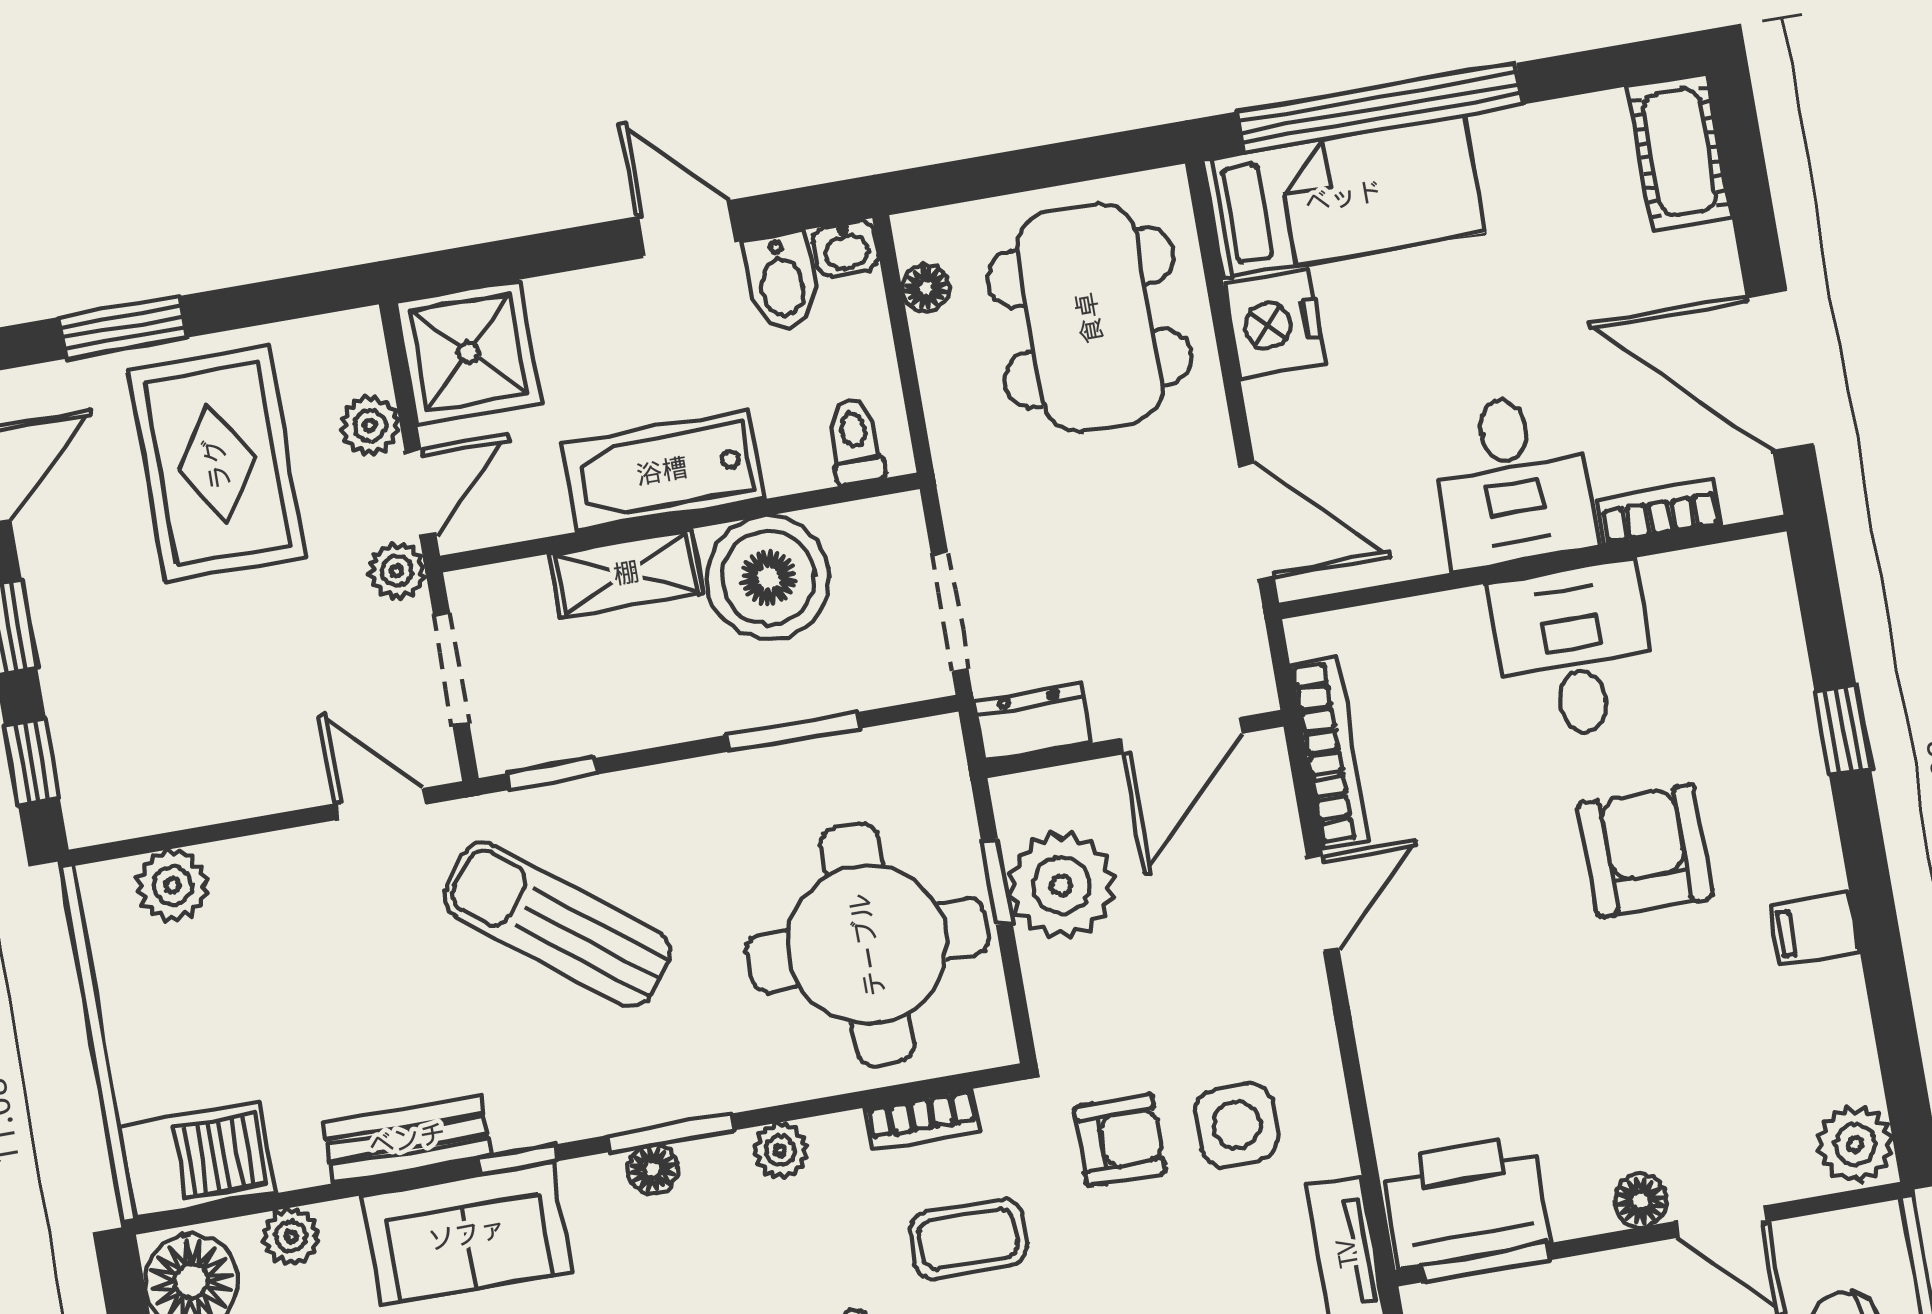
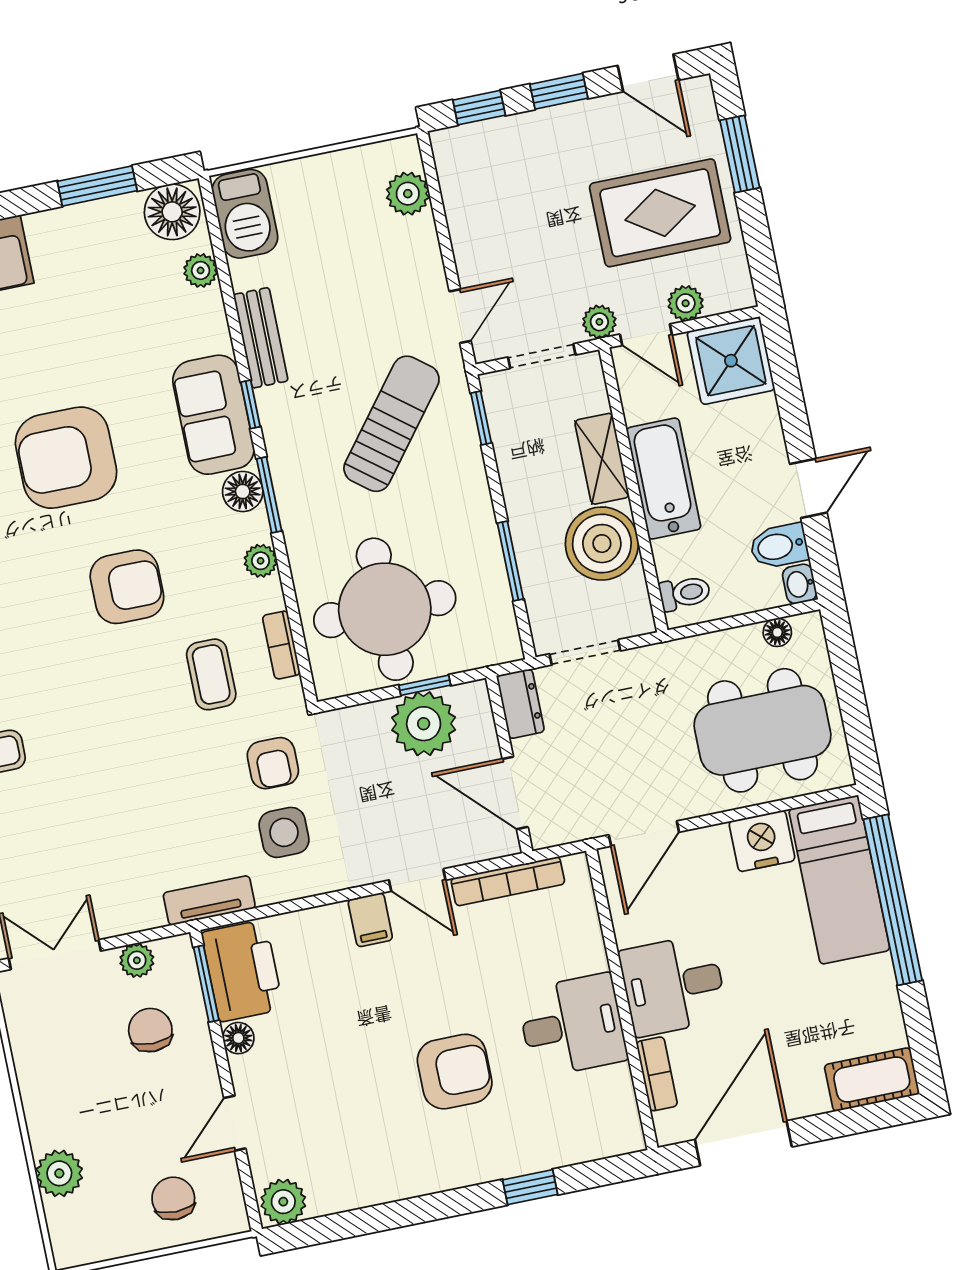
filing cabinet: (1814, 929) -> (370, 920), moved, turned 180
floor lamp: (653, 1170) -> (243, 491), width x1.37, depth x1.37
floor lamp: (1641, 1201) -> (238, 1038), moved
sofa: (467, 1234) -> (213, 415), moved

